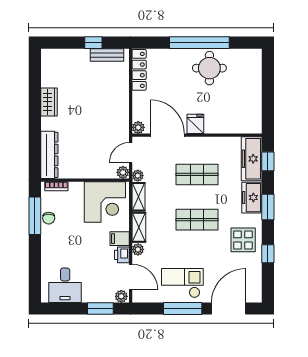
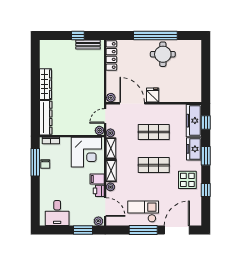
wardrobe: (49, 102) -> (45, 84), width x1.50

